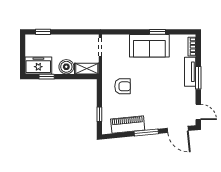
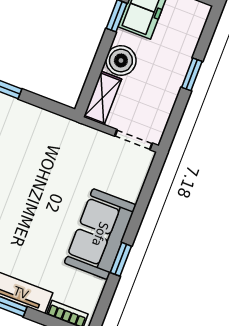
window: (43, 32) -> (192, 74), moved
armchair: (123, 86) -> (43, 153), removed

